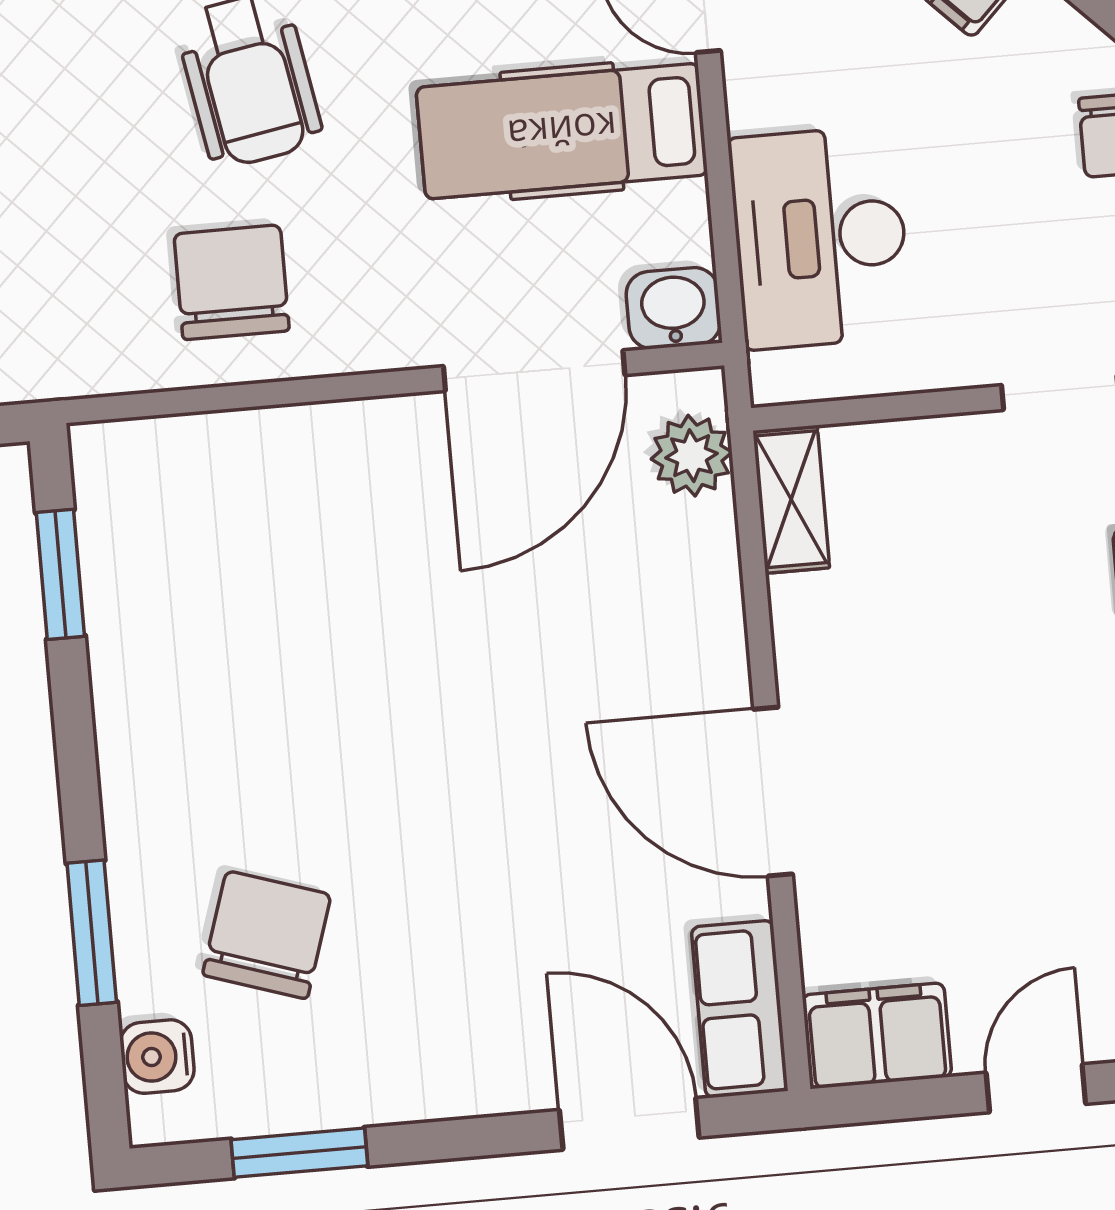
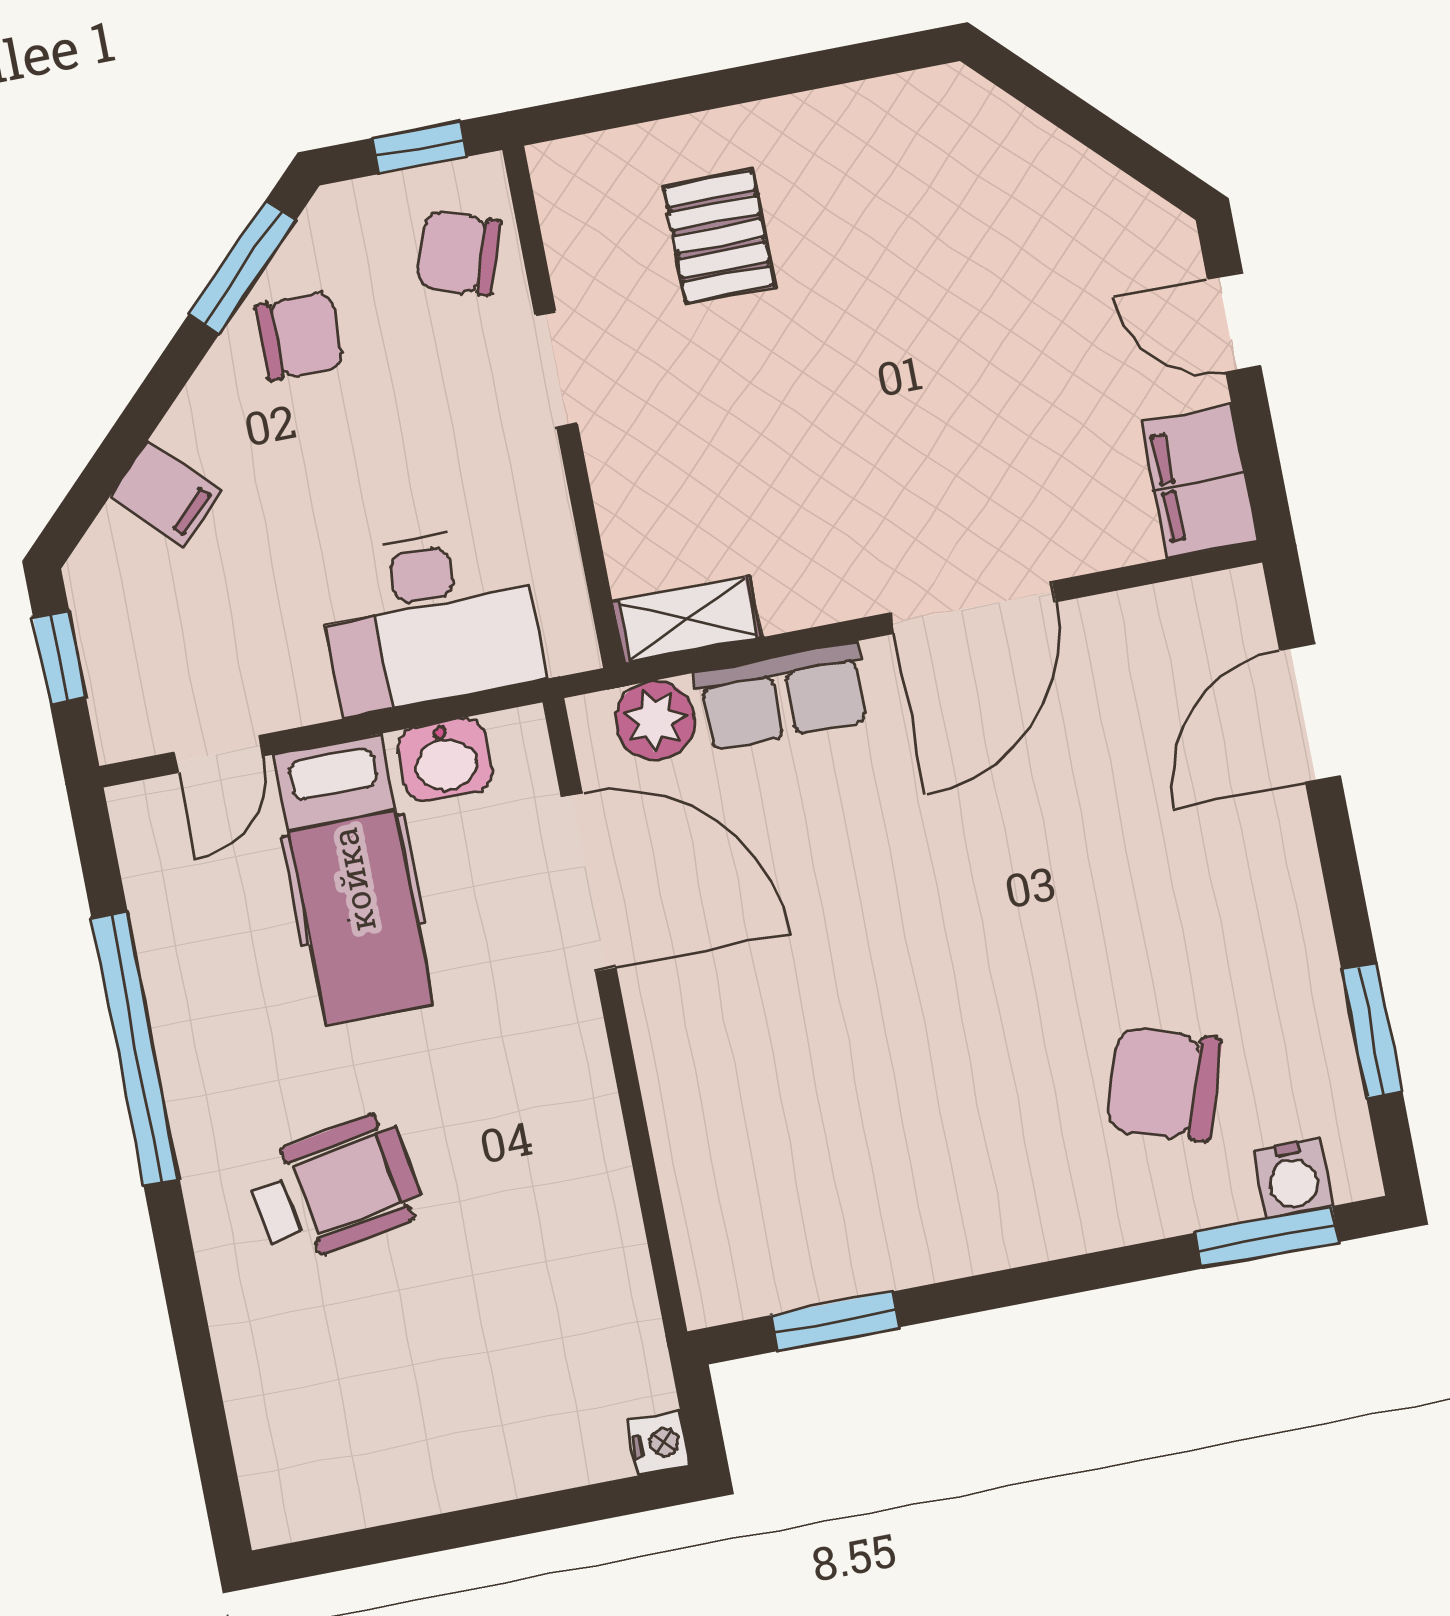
chair: (232, 282) -> (534, 1185), removed
washbasin: (673, 308) -> (445, 760), moved, turned -90
window: (92, 933) -> (1267, 1237), moved
row of seats: (739, 1009) -> (782, 697), moved

